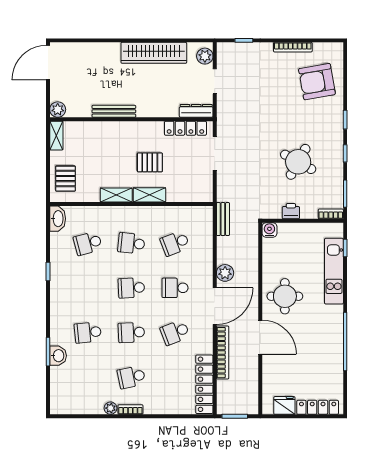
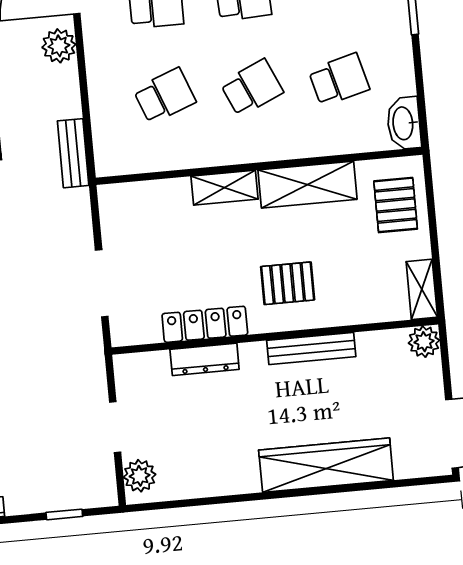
wardrobe: (154, 53) -> (326, 465), moved
dresser: (196, 111) -> (205, 359), moved
locker: (185, 128) -> (205, 324), moved
pallet: (150, 162) -> (288, 283), moved
shelving: (116, 195) -> (307, 185), width x1.50, depth x1.33
school desk: (131, 243) -> (252, 88), turned -30

